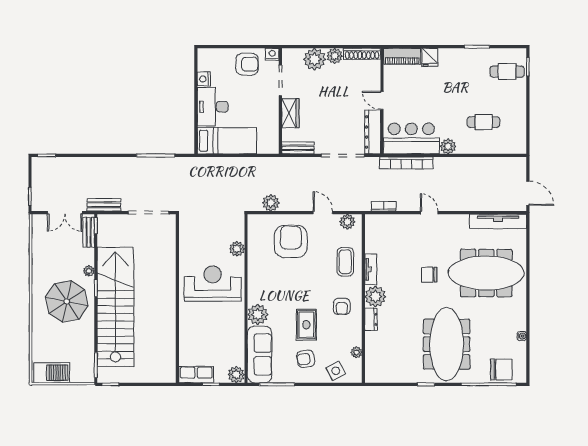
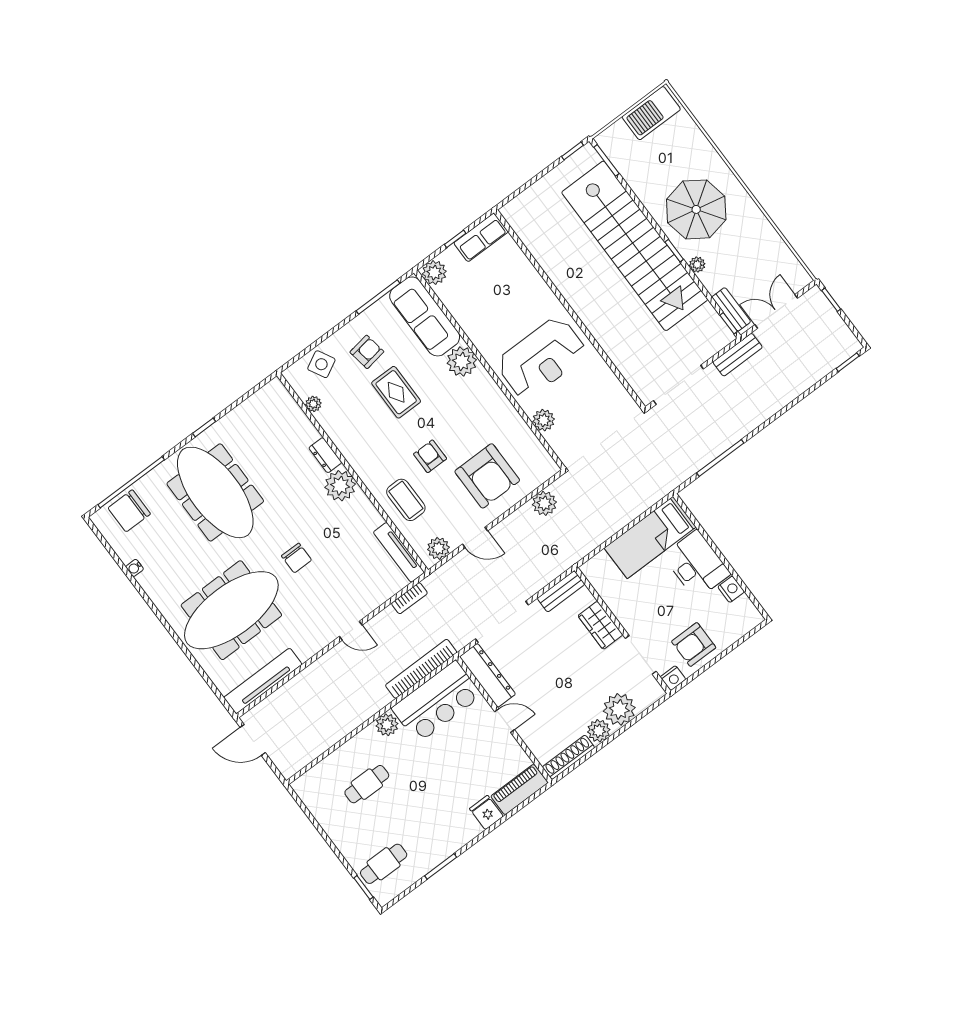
tv unit: (371, 269) -> (399, 552), moved, width x1.41
chair: (429, 275) -> (297, 558), turned 90
armchair: (342, 306) -> (430, 456), moved

